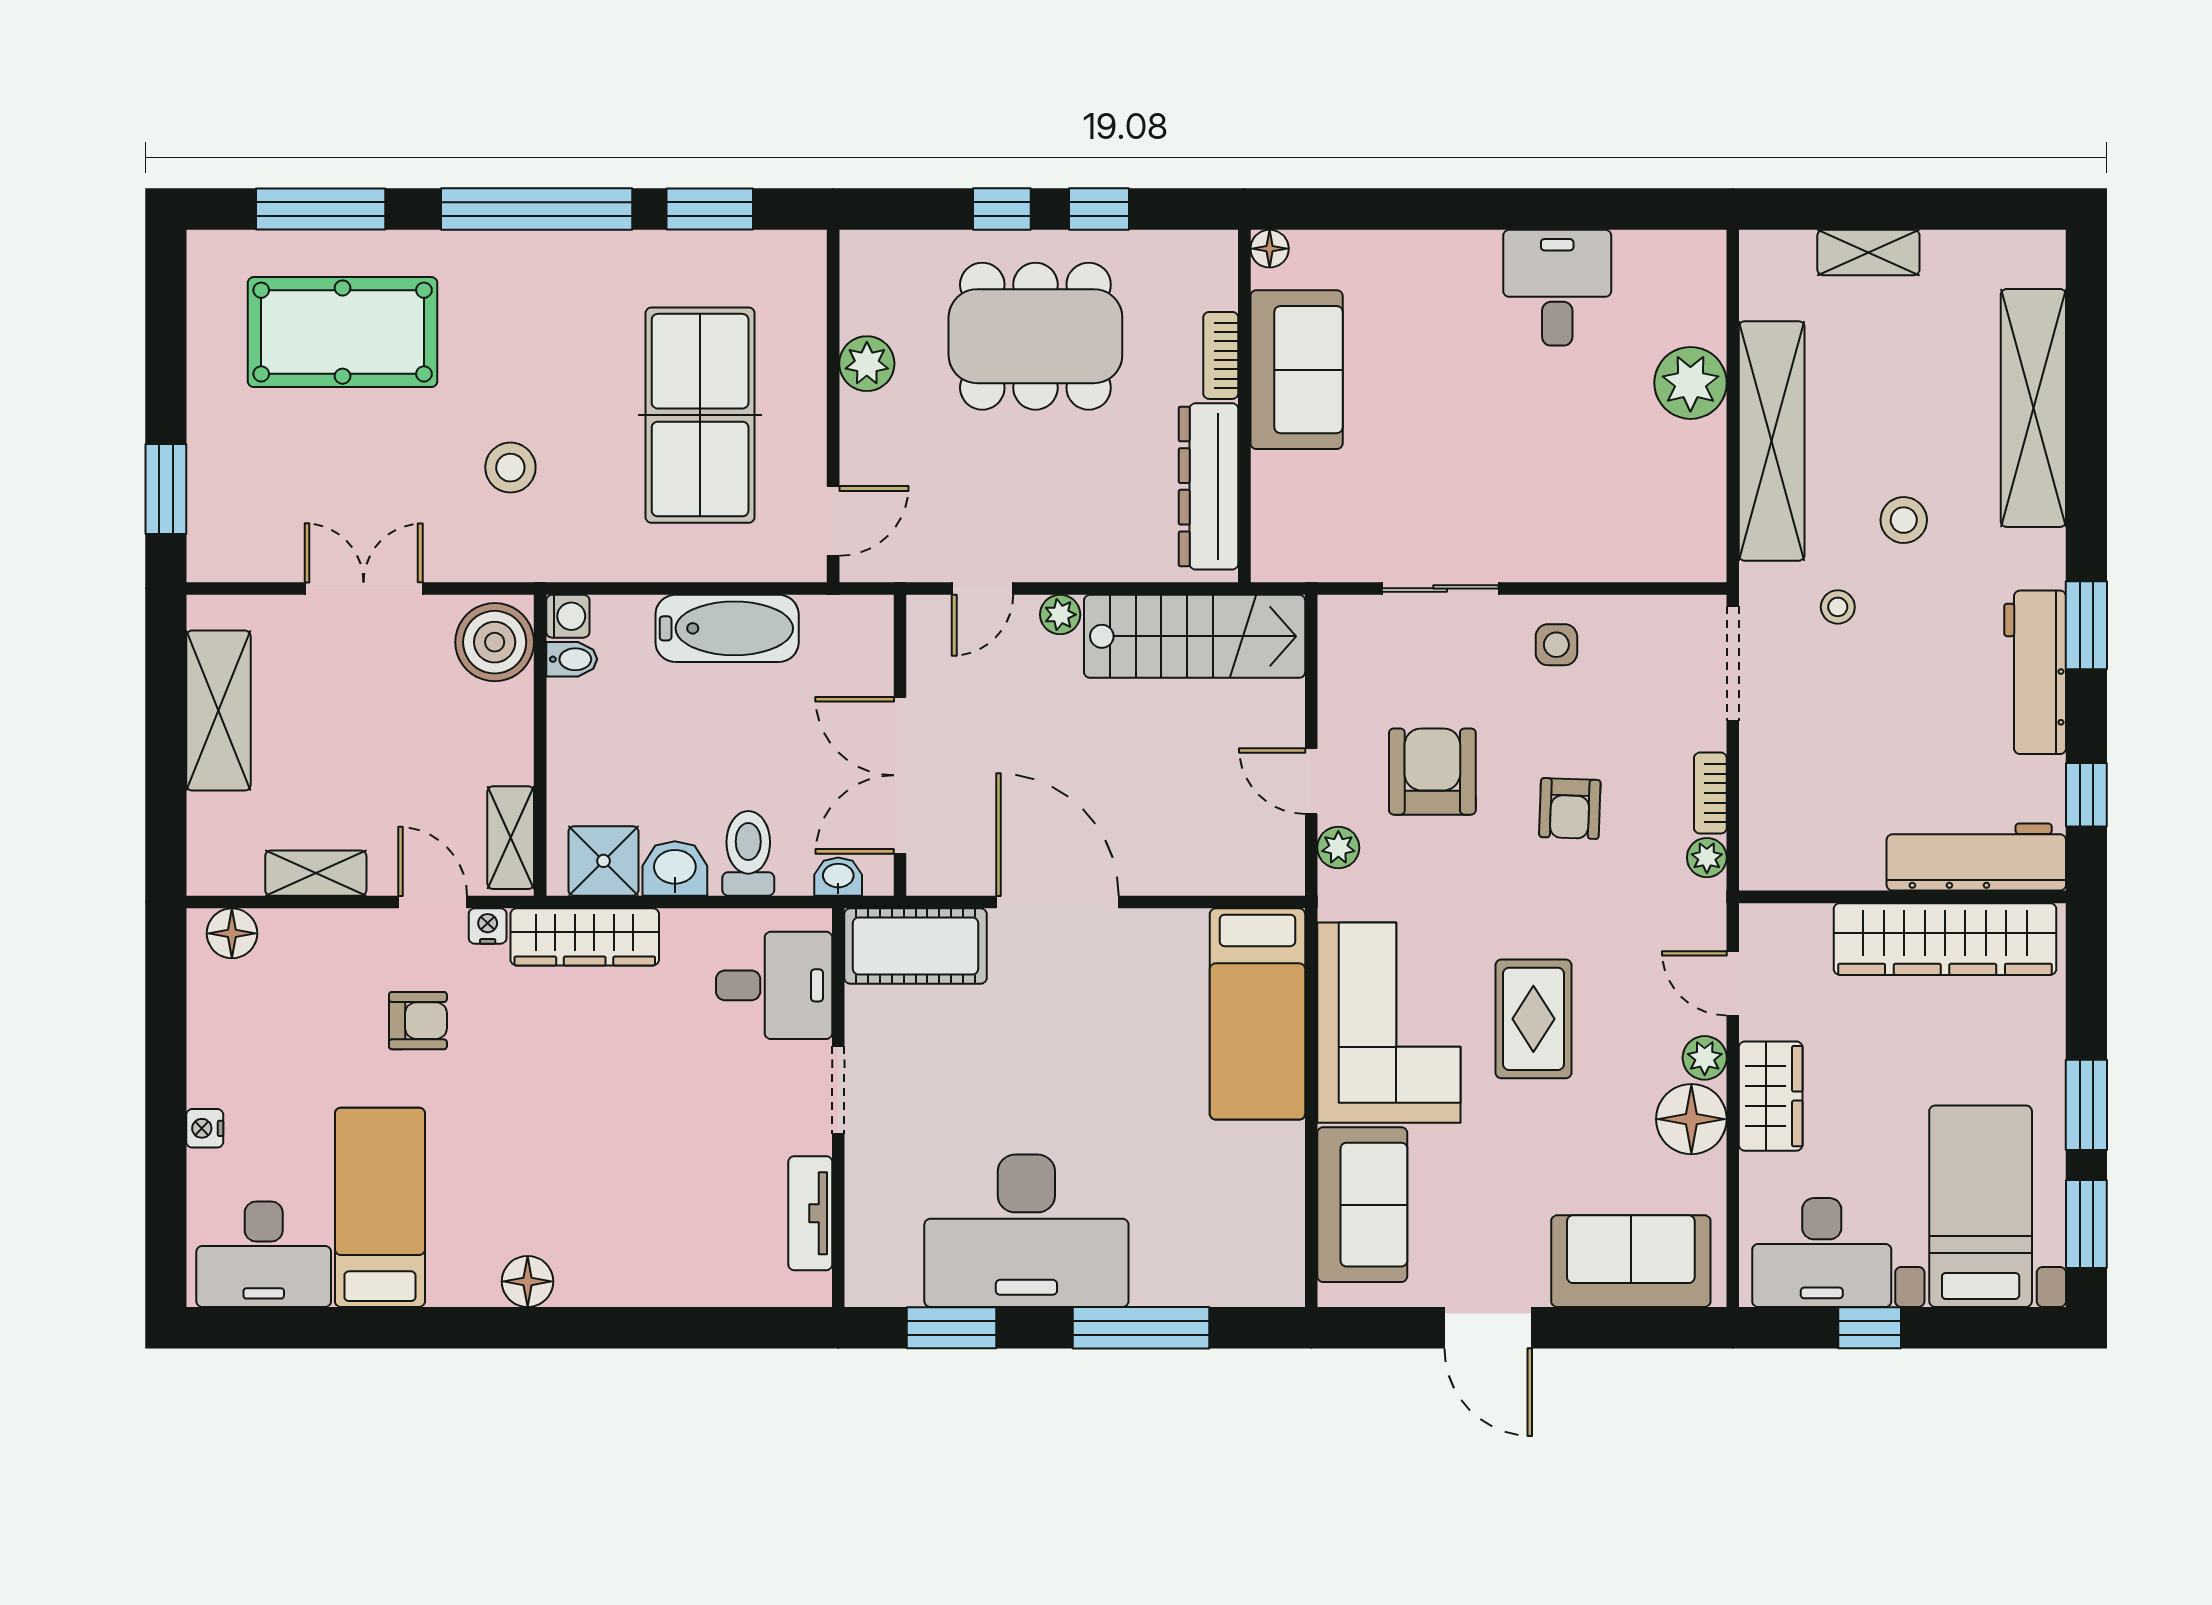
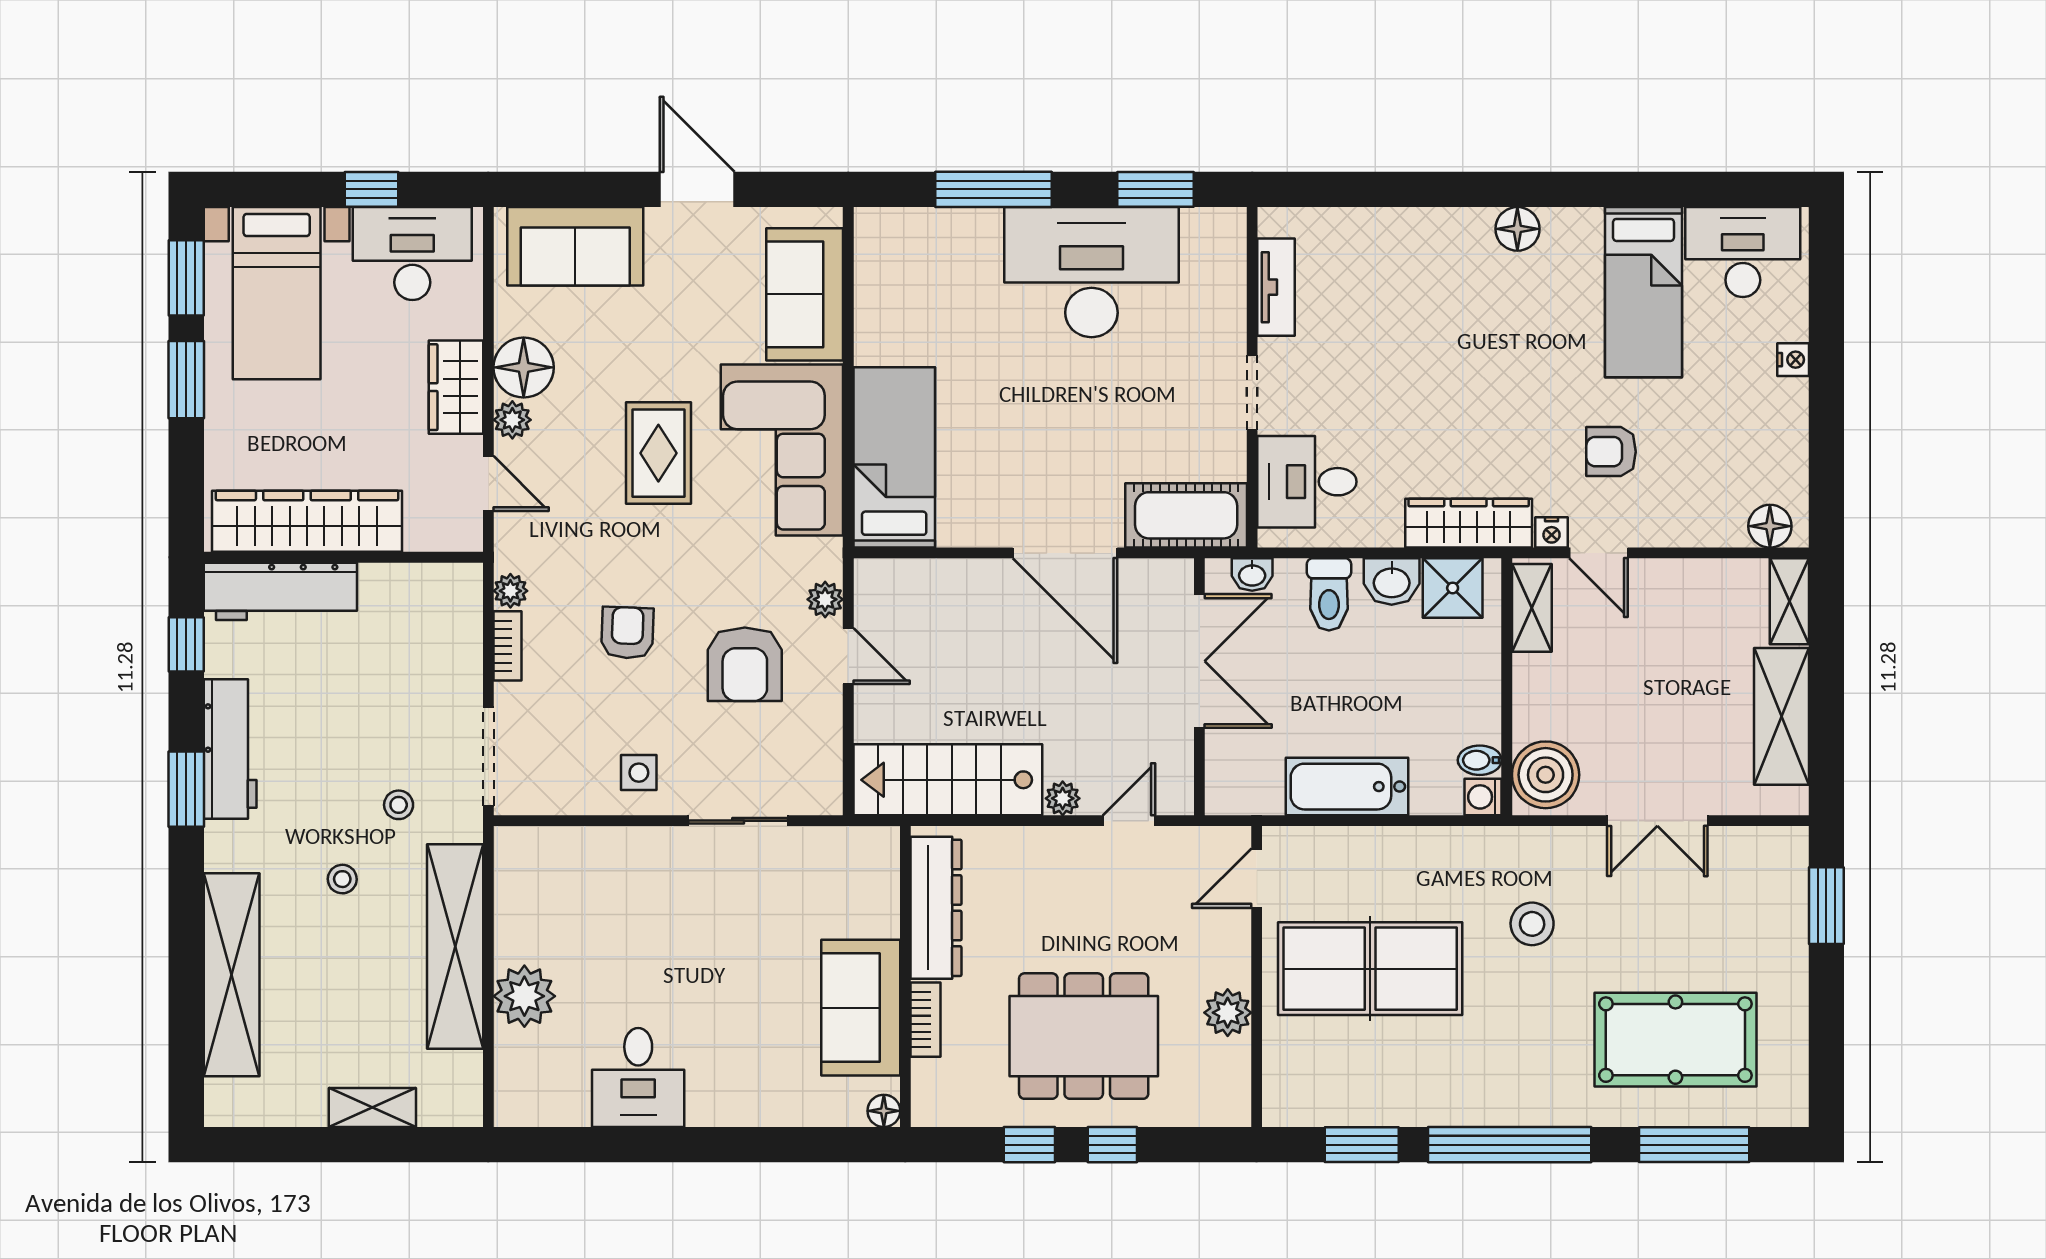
table tennis table: (700, 415) -> (1370, 969), turned 90
stool: (1904, 520) -> (342, 879), width x0.73, depth x0.73
shelving: (316, 873) -> (1789, 601), moved, turned 90

